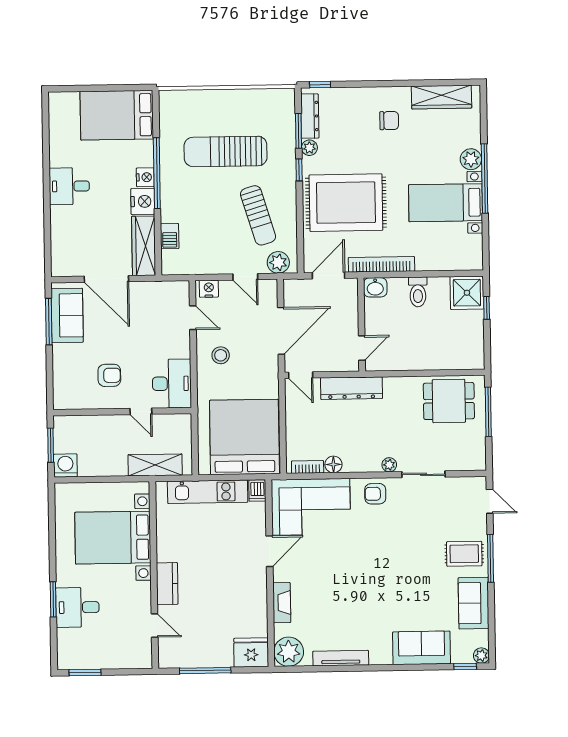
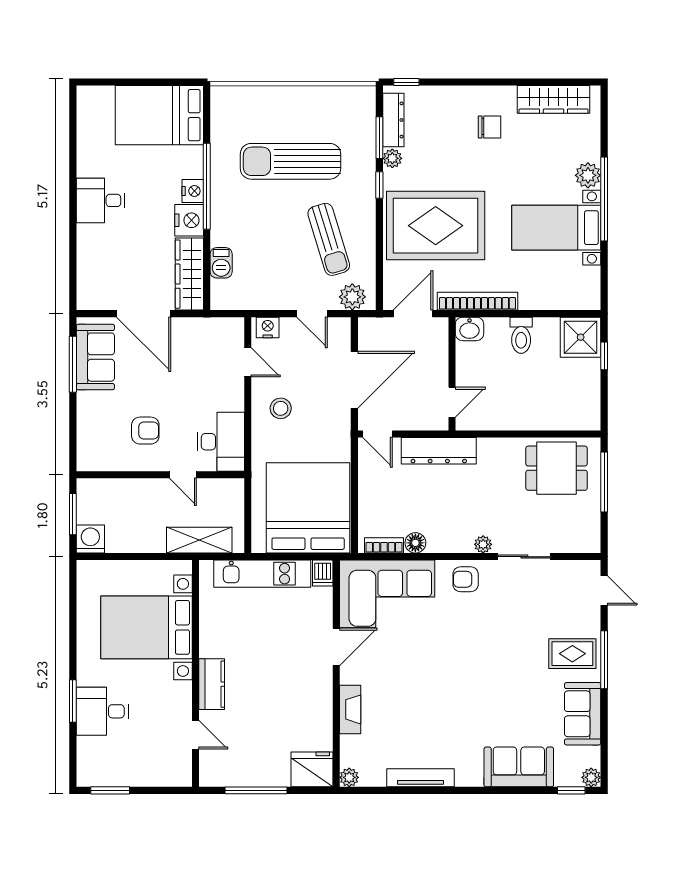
plant: (289, 652) -> (349, 777), width x0.53, depth x0.53

